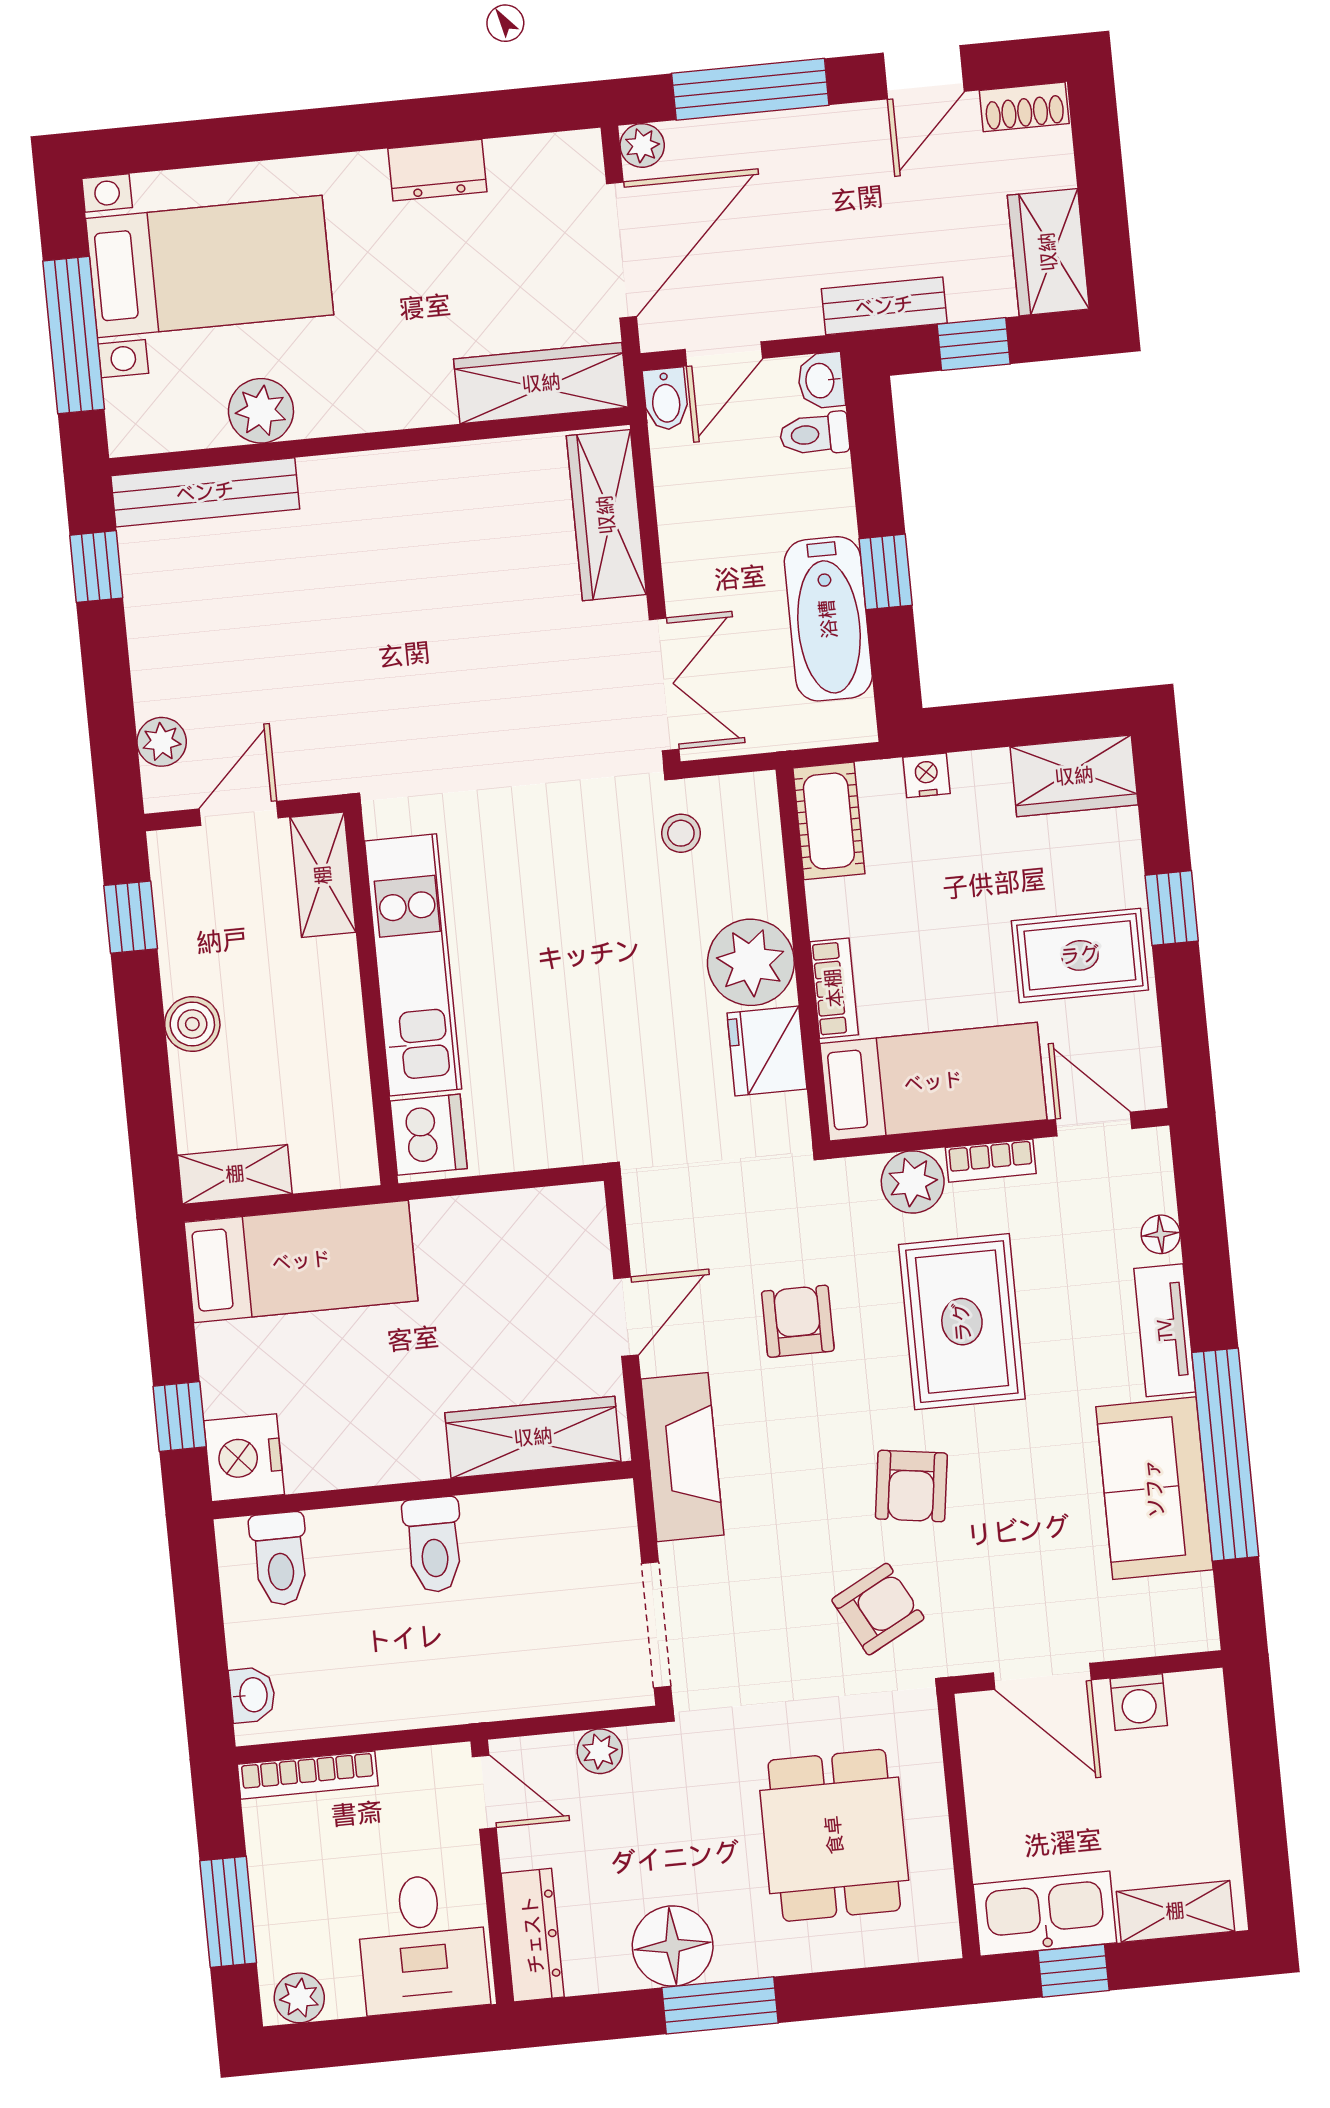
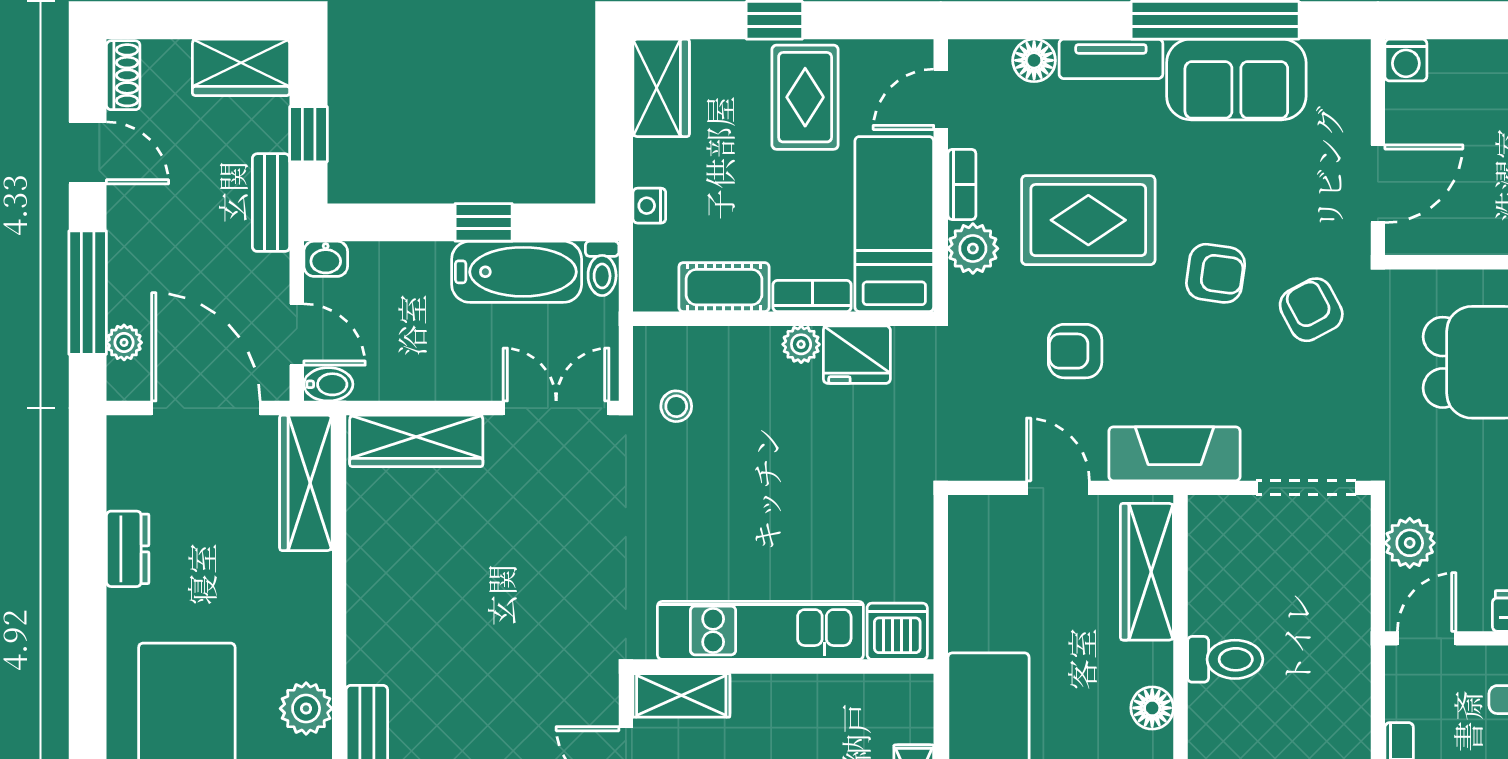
plant: (642, 145) -> (124, 342), moved
toilet: (814, 434) -> (602, 268), moved
cot: (829, 821) -> (724, 287), moved
plant: (751, 962) -> (801, 344), width x0.53, depth x0.53
floor lamp: (1161, 1234) -> (1034, 60), width x1.37, depth x1.37
floor lamp: (365, 1460) -> (1152, 708), added
washing machine: (1139, 1702) -> (1406, 60), moved, turned 90
plant: (600, 1751) -> (1410, 543), width x1.38, depth x1.38

